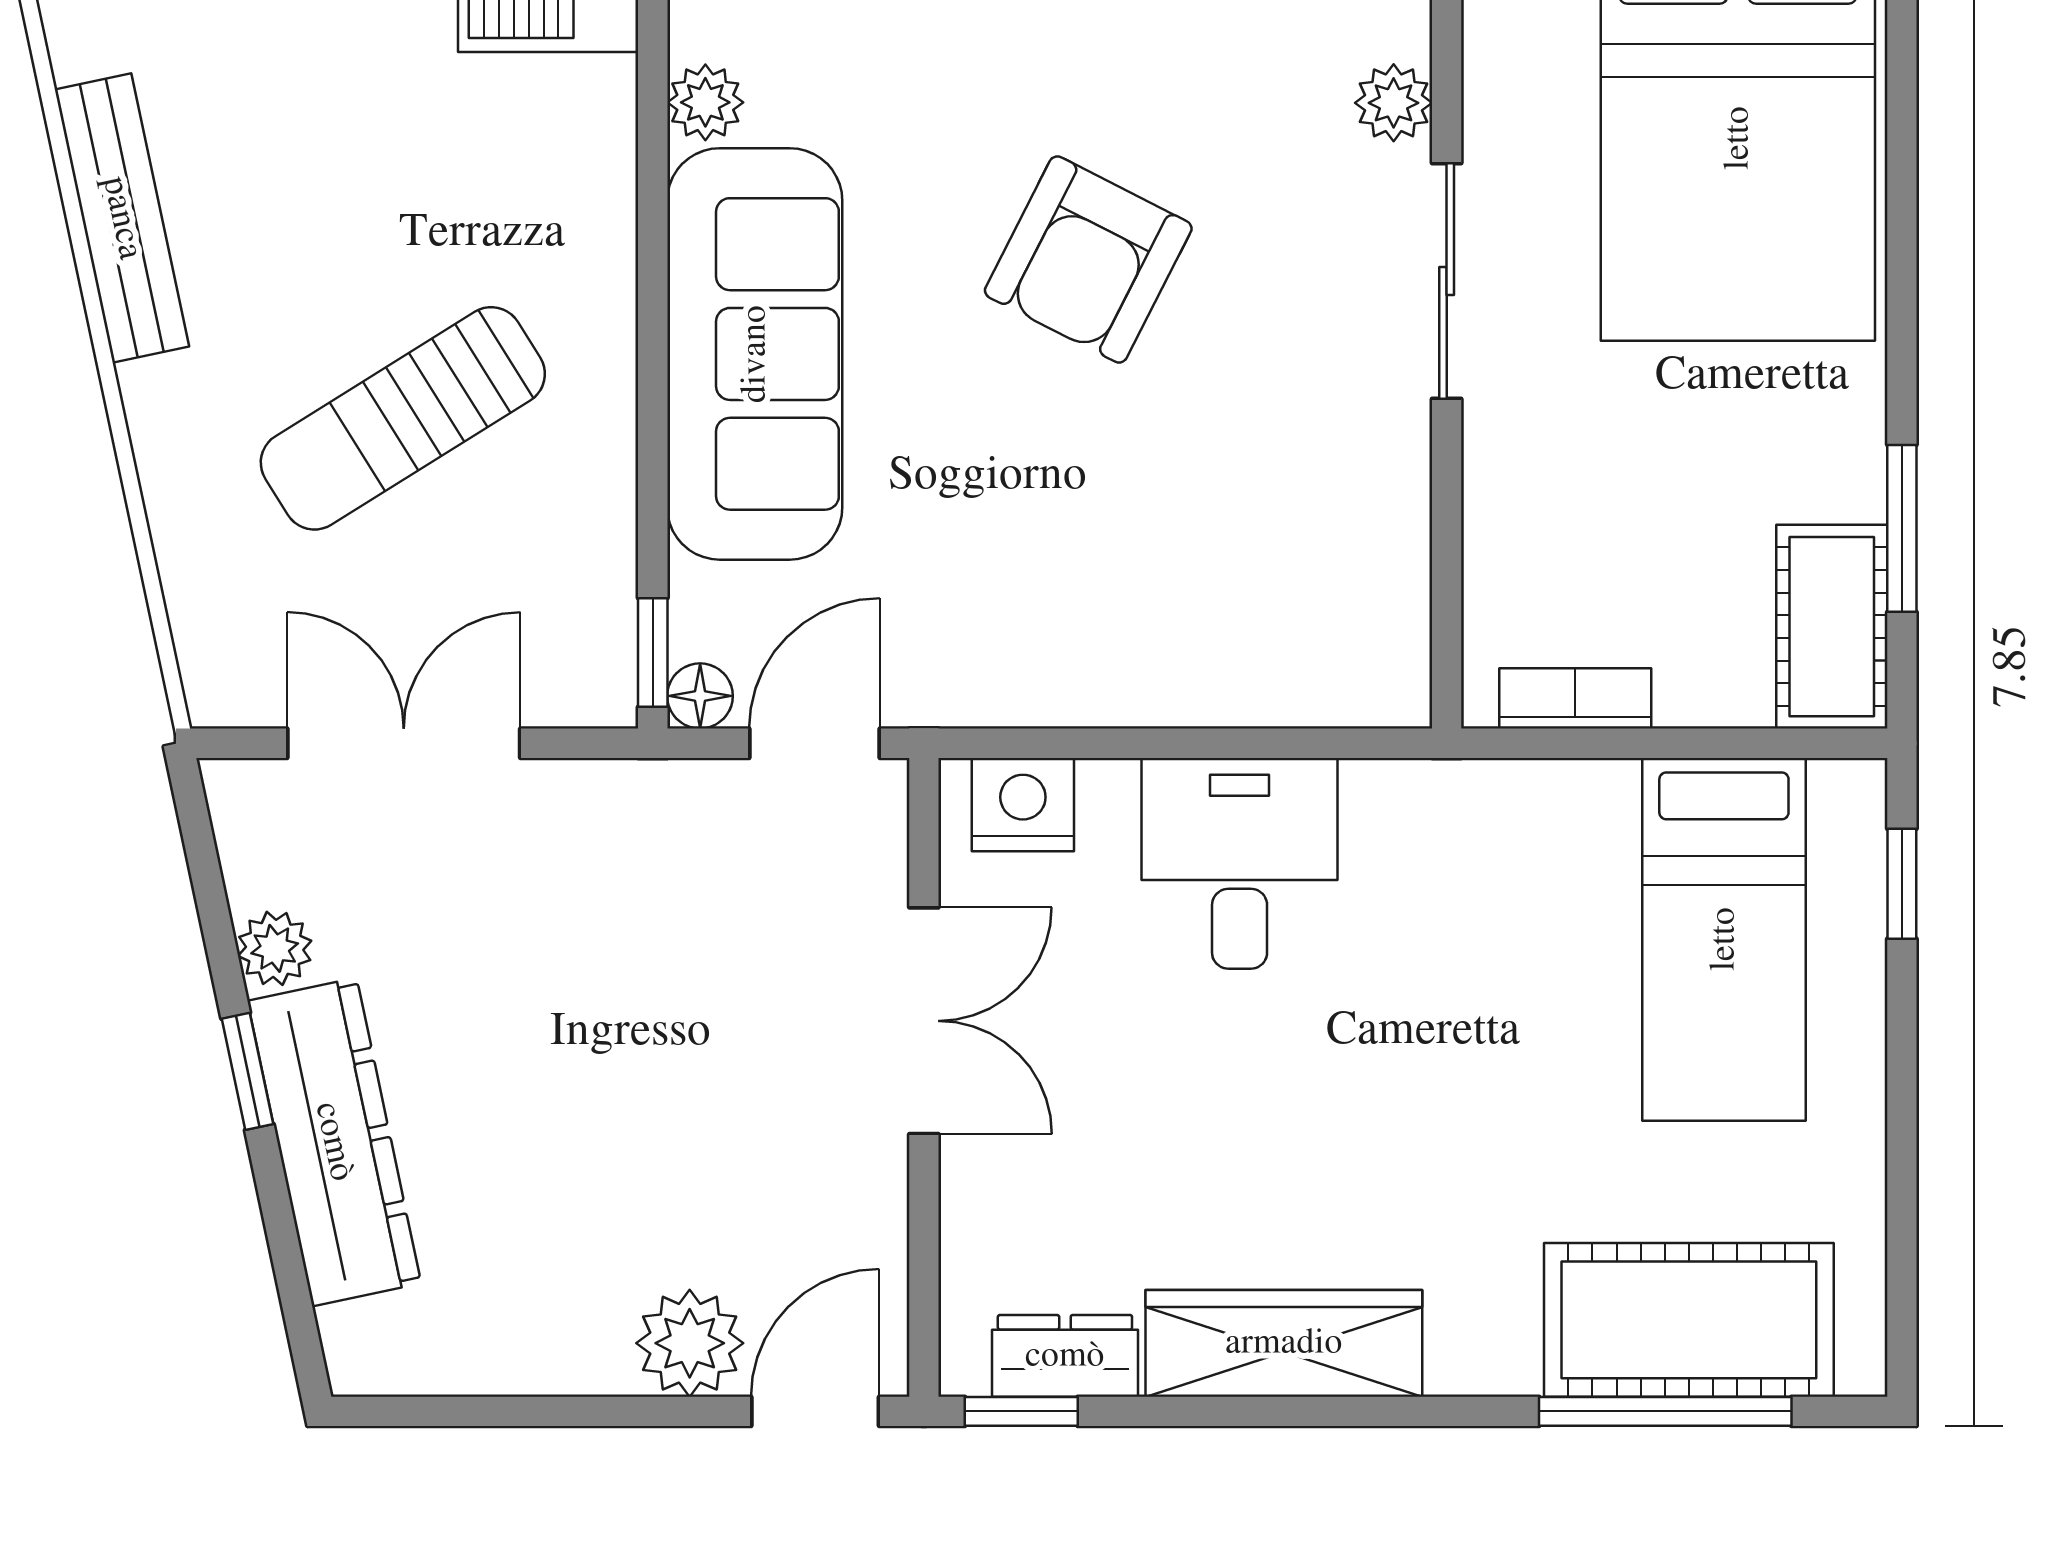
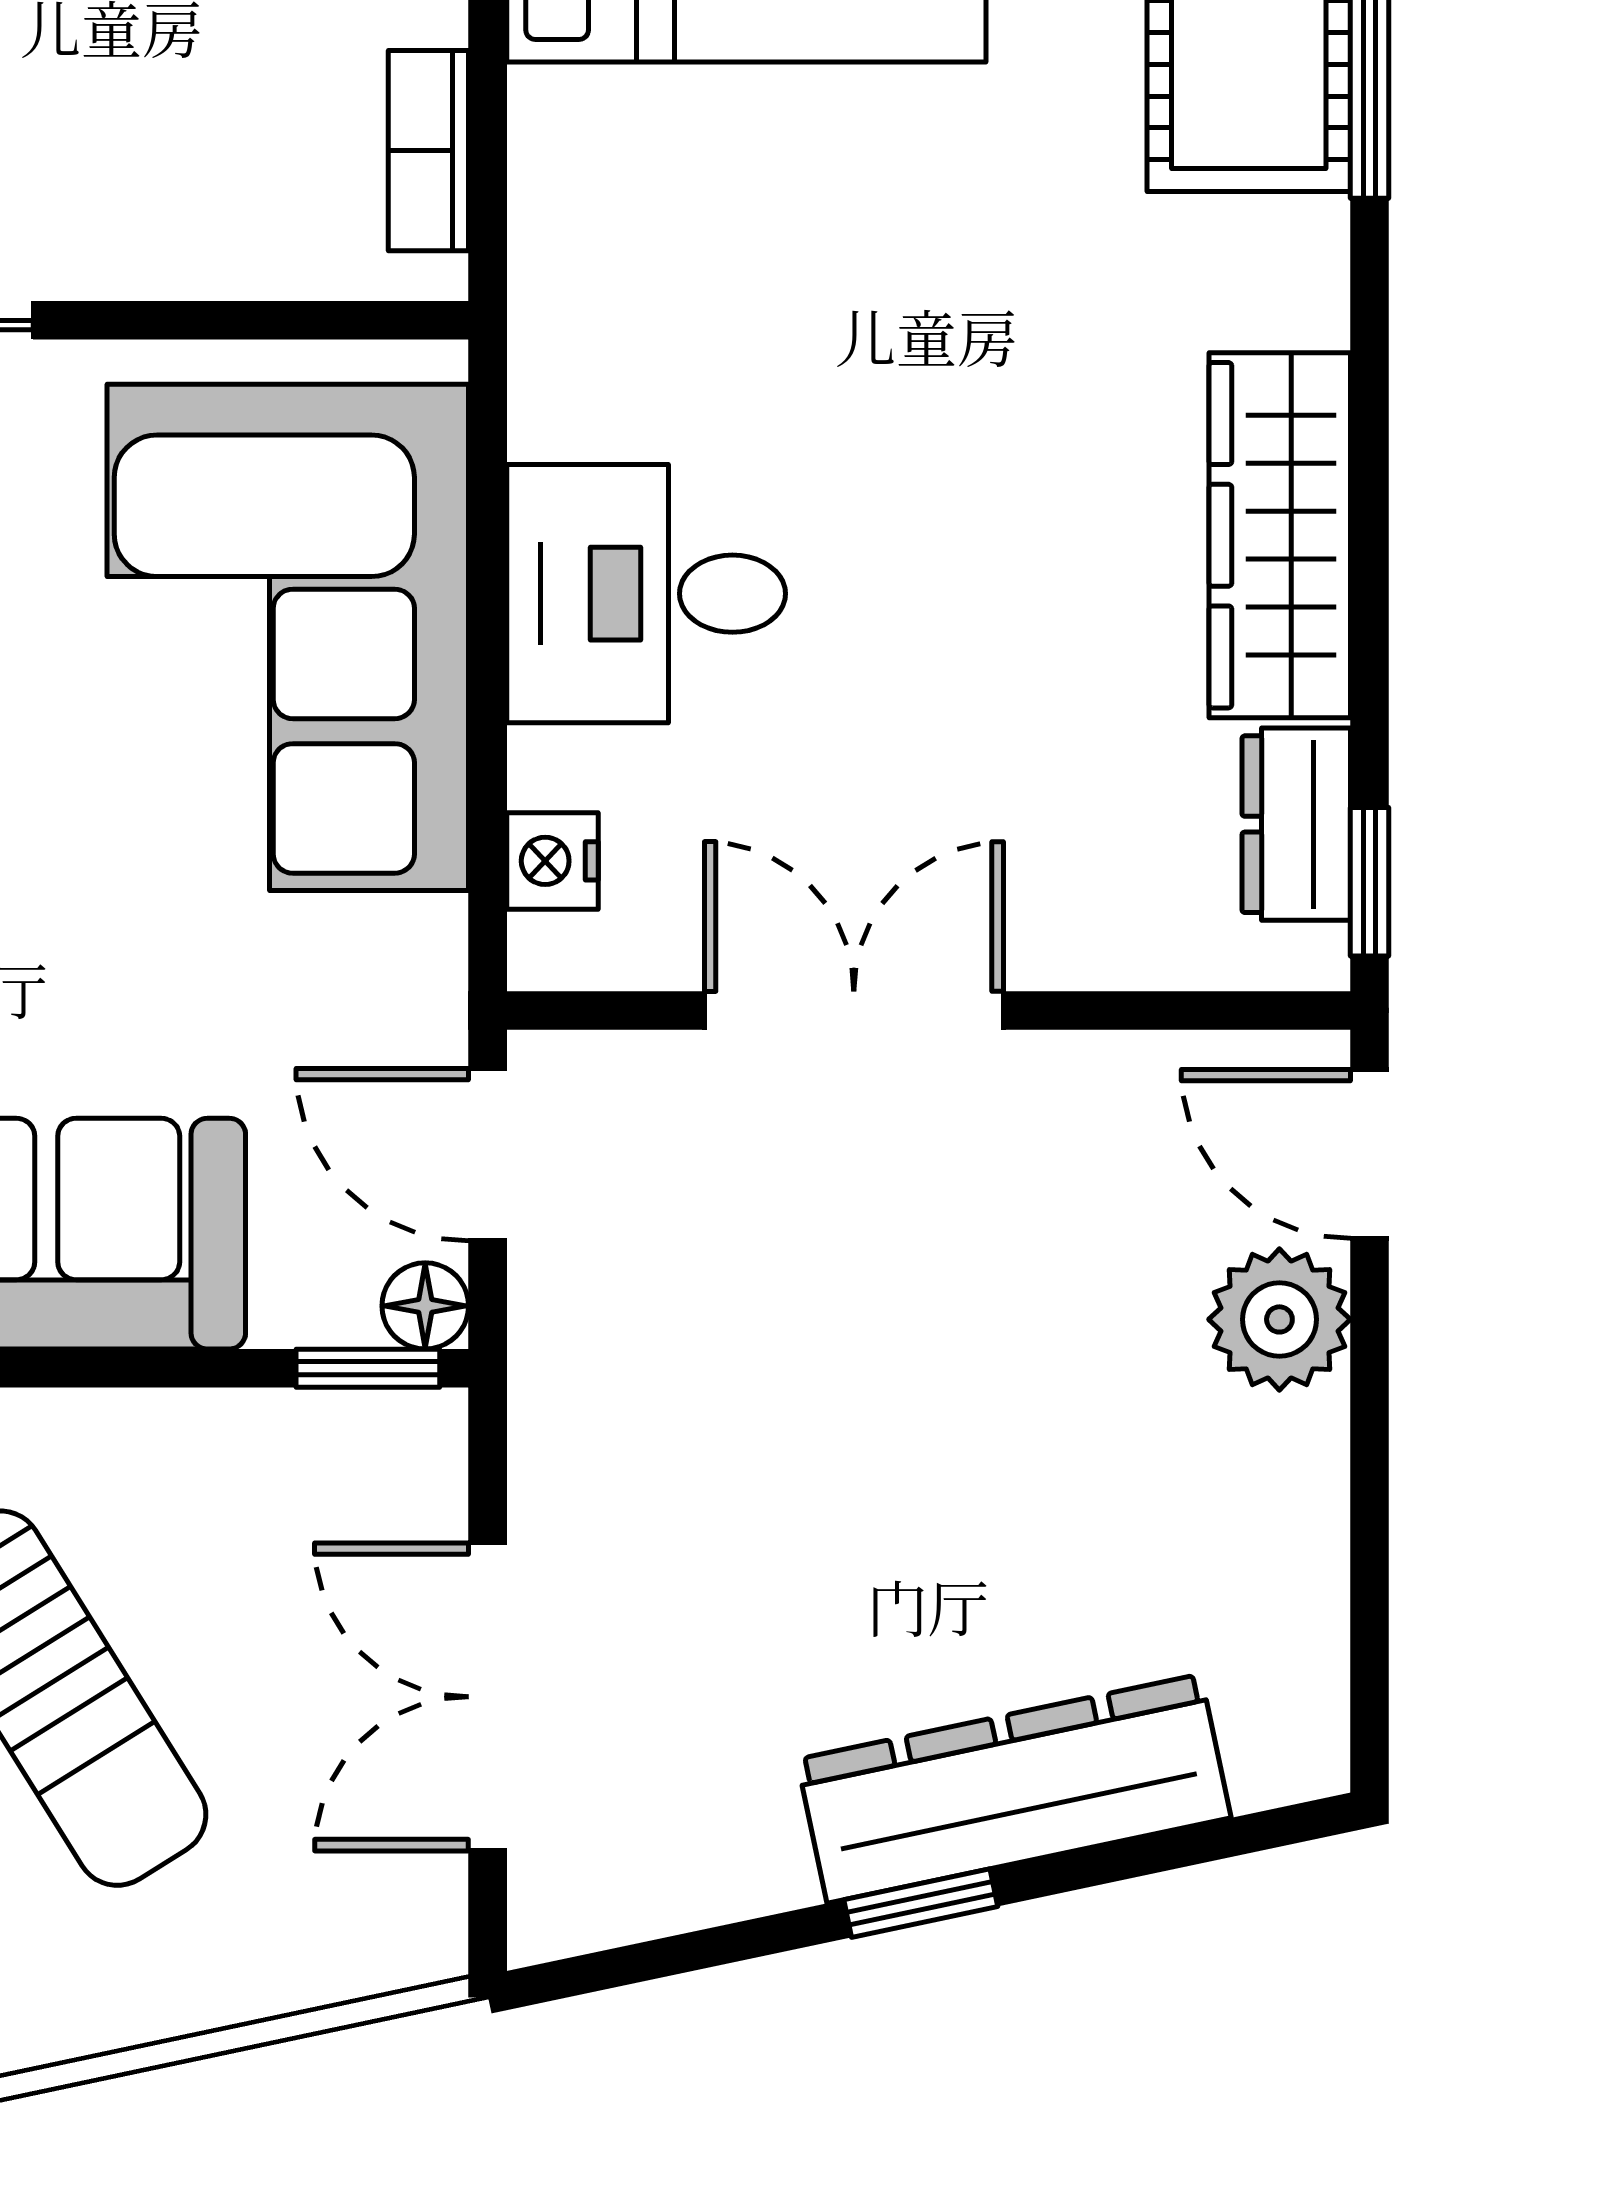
corner sofa: (1206, 592) -> (288, 637), added
nightstand: (1023, 805) -> (552, 861), width x0.72, depth x0.74
plant: (275, 948) -> (758, 1867), removed

